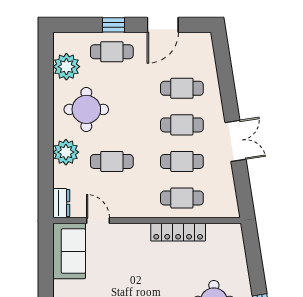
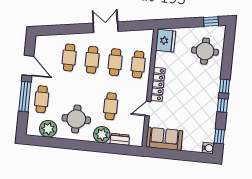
window: (113, 25) -> (25, 97), width x2.17
dresser: (61, 203) -> (120, 139), moved
door: (98, 220) -> (148, 109), moved
locker: (178, 232) -> (158, 84), moved
fridge: (224, 237) -> (166, 41), added

